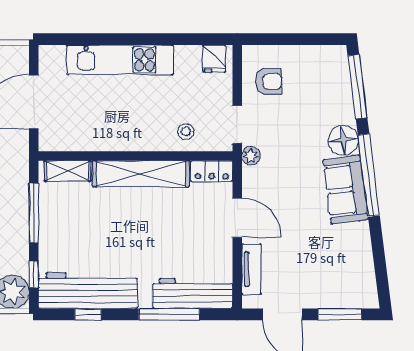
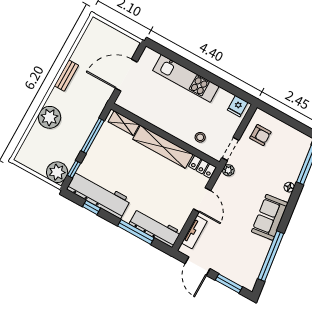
floor lamp: (343, 140) -> (289, 187), width x0.53, depth x0.53
window: (369, 175) -> (271, 256), moved

